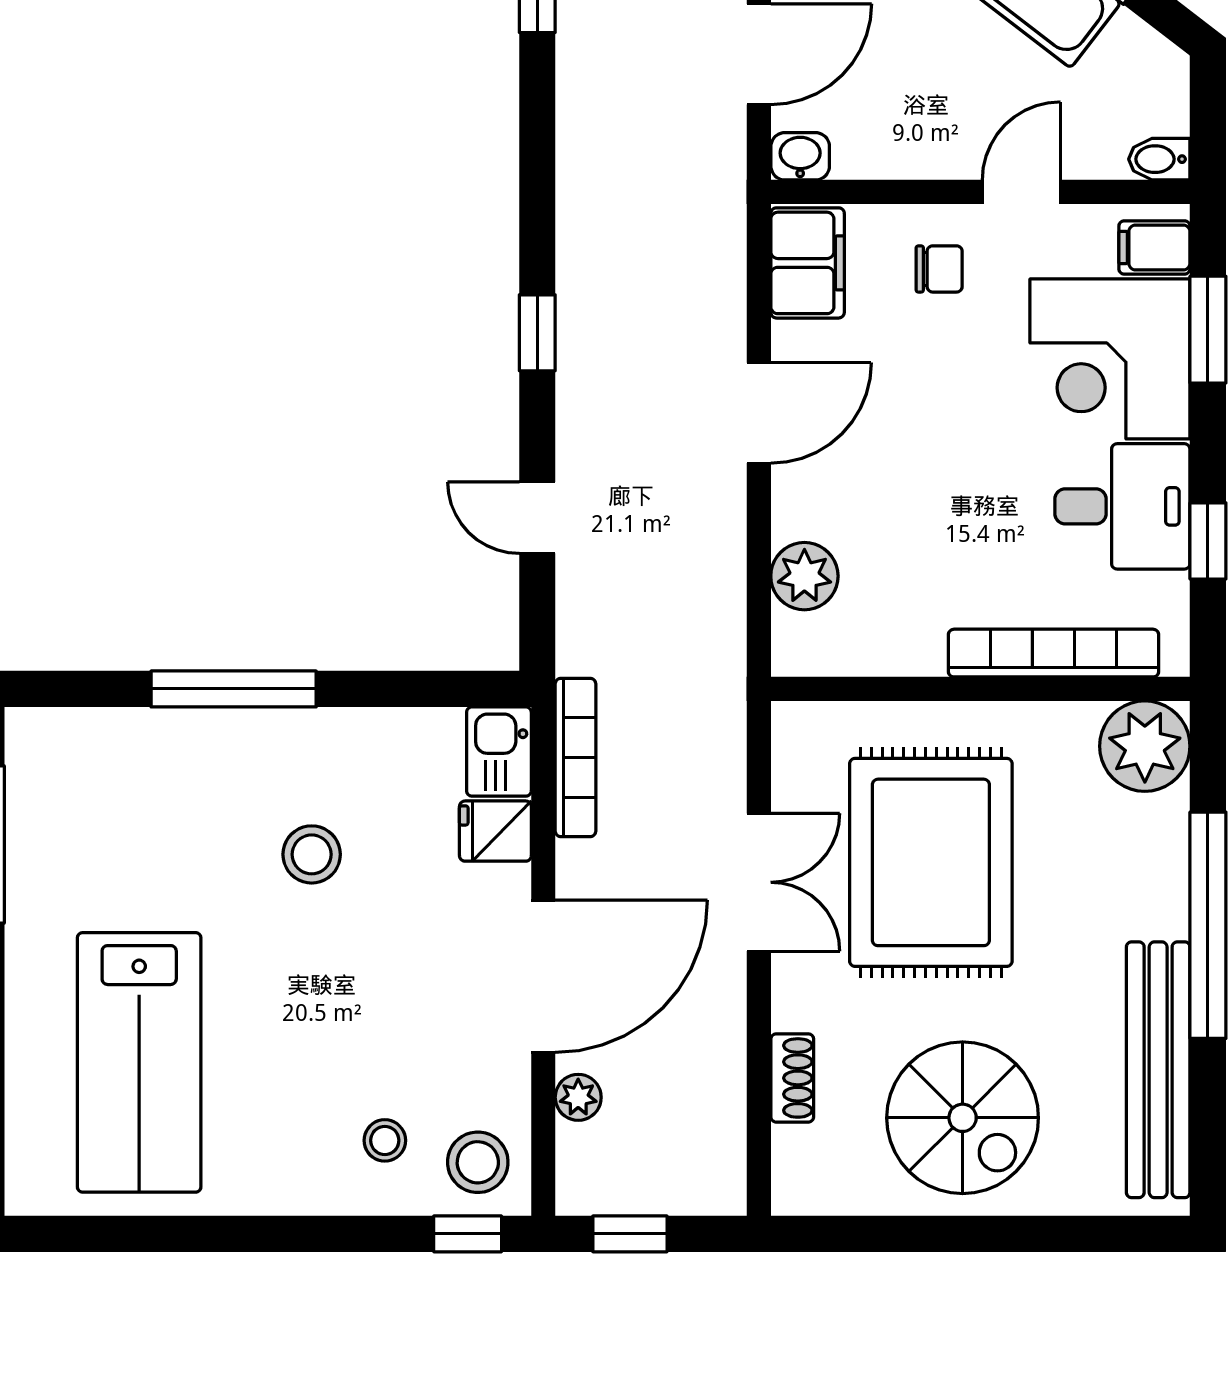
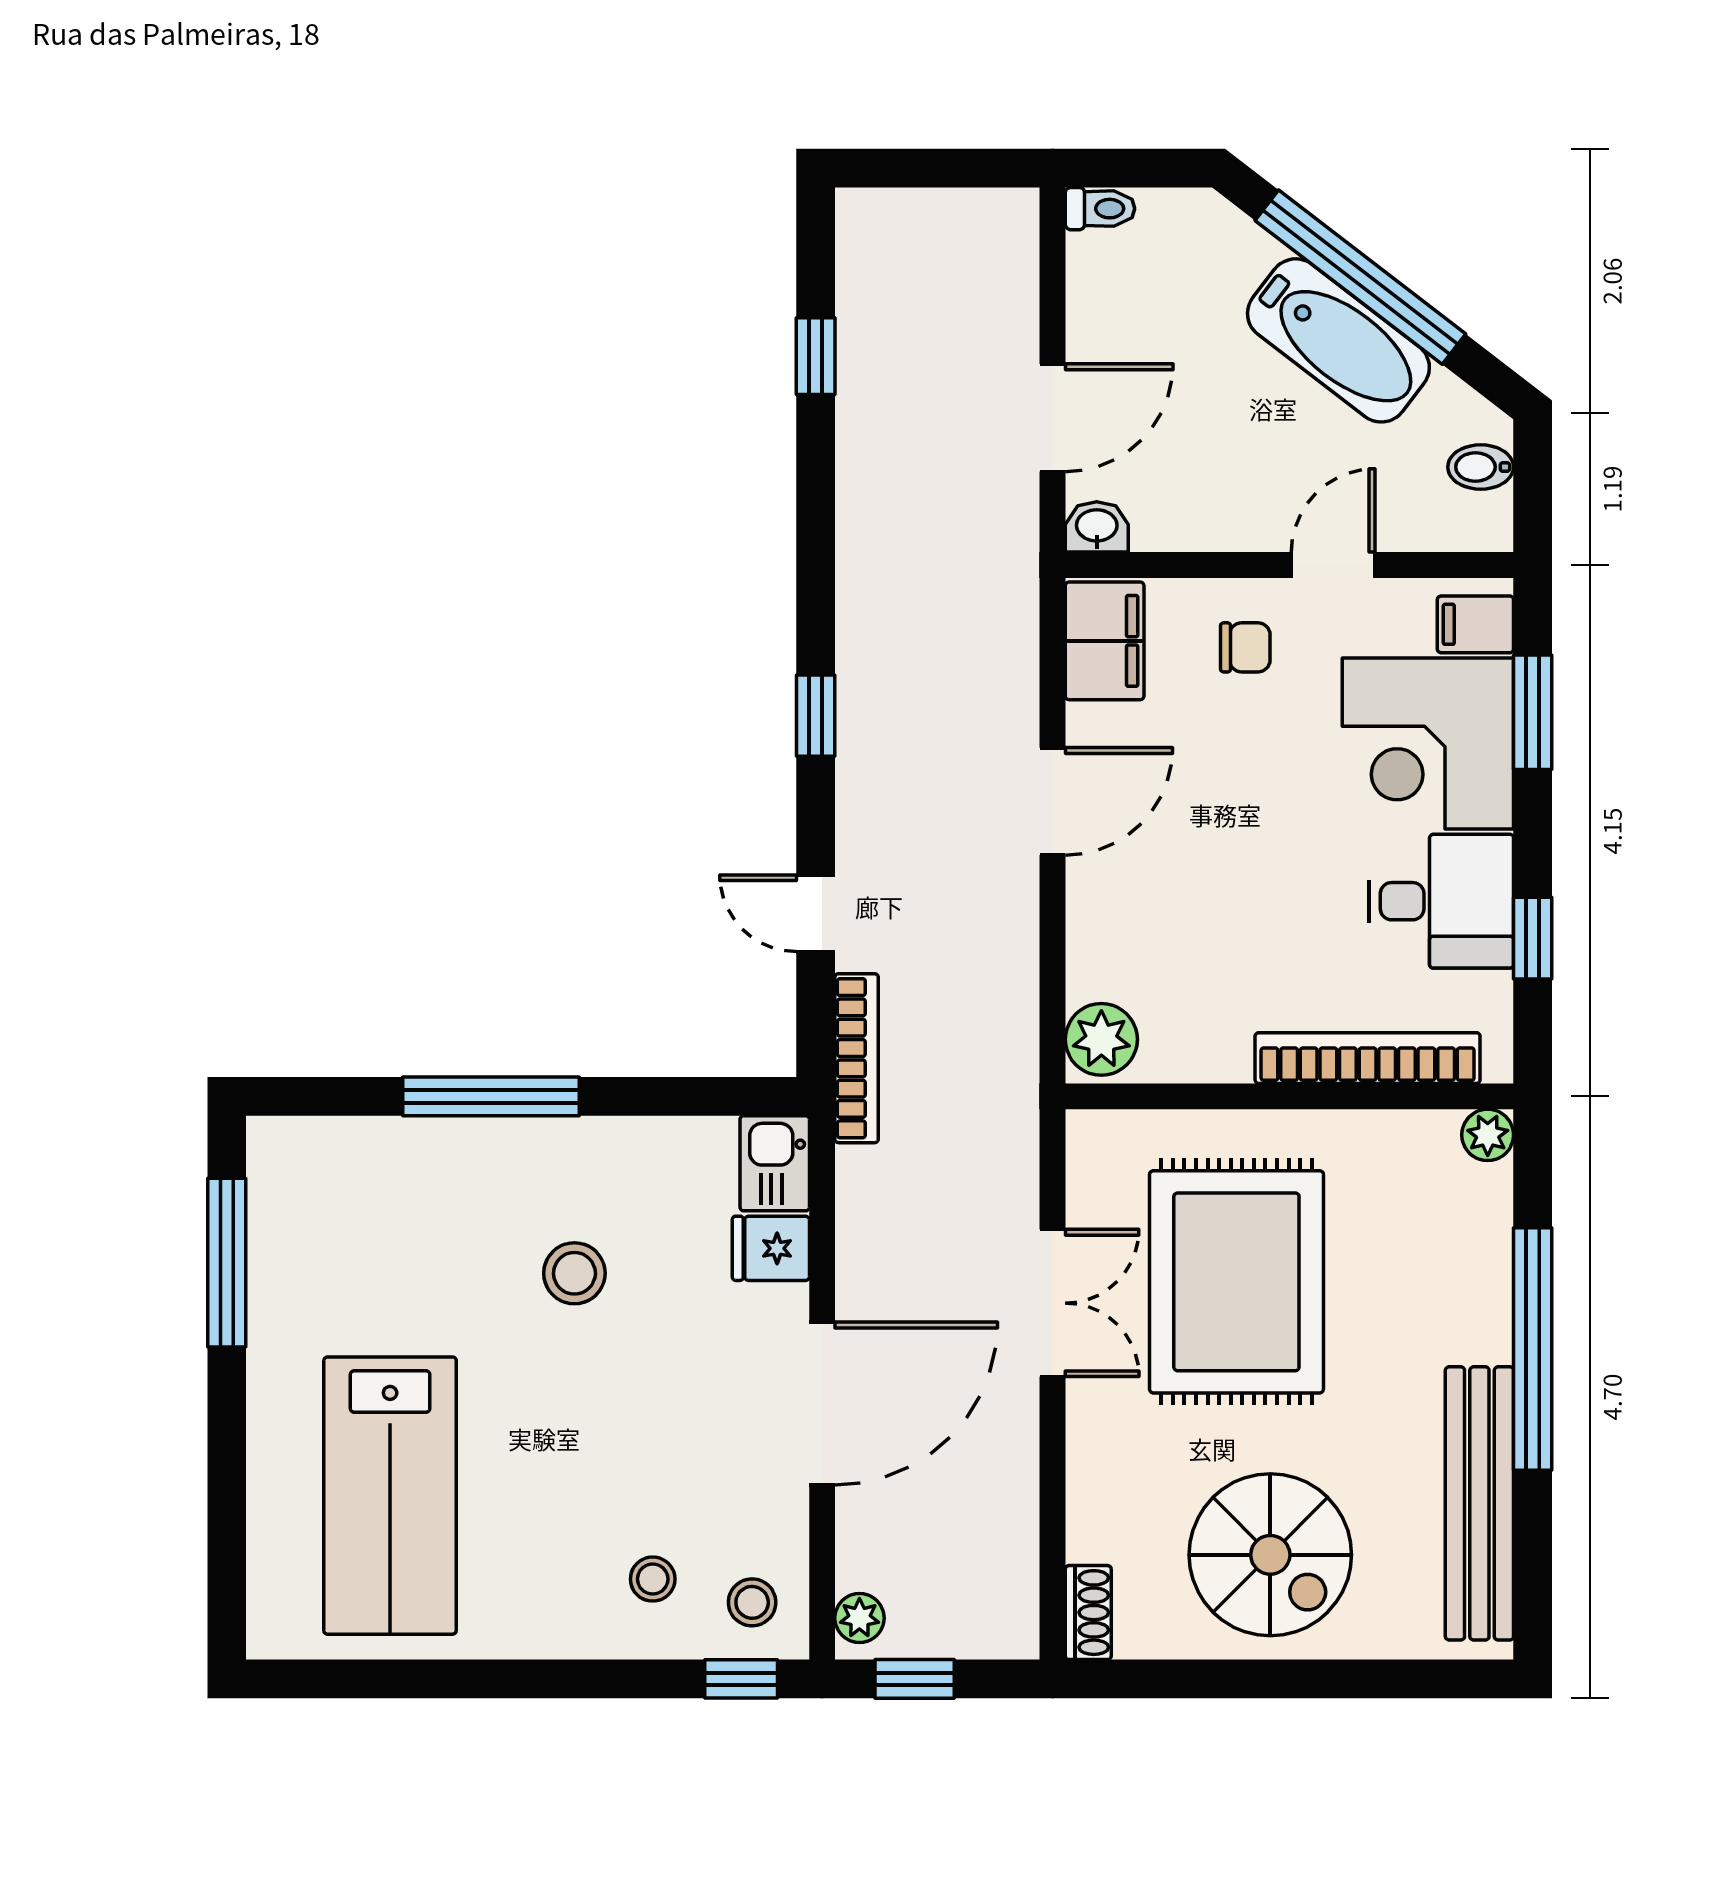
bidet: (1159, 159) -> (1481, 467), moved
plant: (804, 576) -> (1101, 1039), moved
plant: (1145, 746) -> (1488, 1135), width x0.53, depth x0.53
bookcase: (576, 757) -> (857, 1058), moved
shoe rack: (792, 1078) -> (1088, 1613), moved
plant: (578, 1097) -> (859, 1618), moved
stool: (478, 1162) -> (752, 1602), width x0.73, depth x0.73

